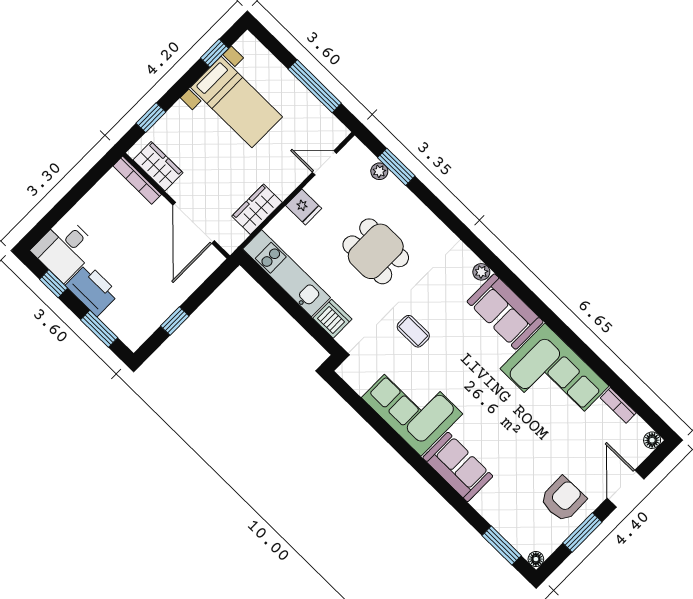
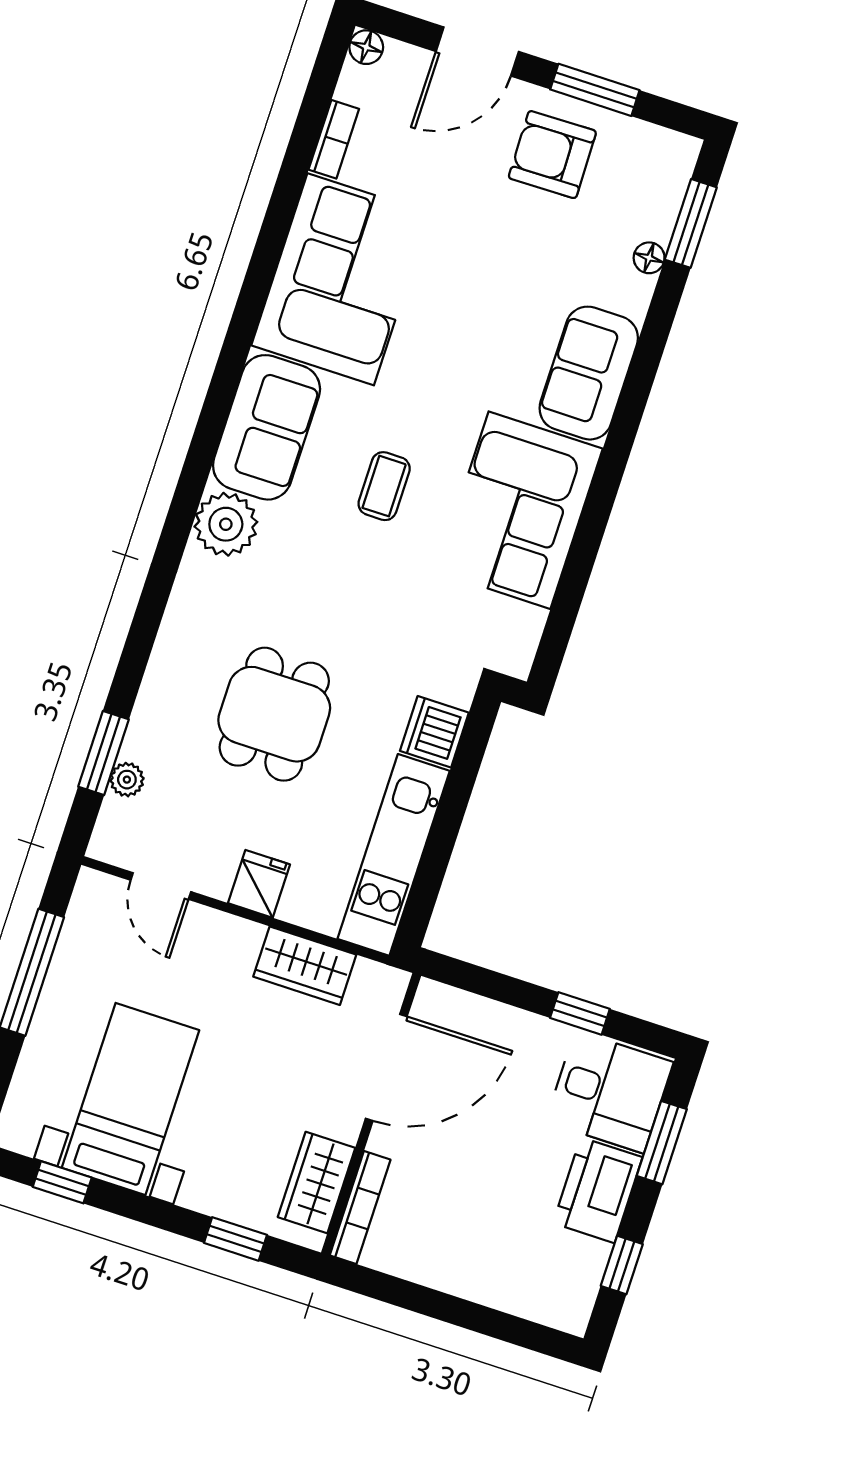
desk: (65, 249) -> (609, 1092), moved
plant: (481, 272) -> (226, 524), width x1.88, depth x1.88
coffee table: (413, 331) -> (384, 486), moved
floor lamp: (536, 559) -> (649, 258), moved

